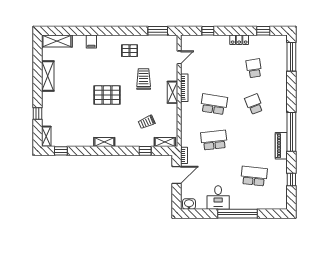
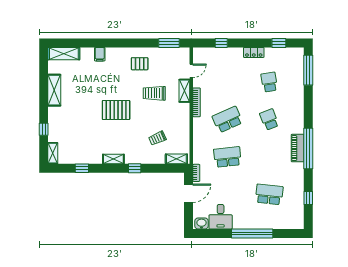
trolley: (144, 79) -> (154, 93), turned -90
shelving: (172, 92) -> (184, 91), moved
school desk: (214, 104) -> (227, 119), turned -33
piano: (281, 146) -> (298, 148), moved
window: (61, 151) -> (82, 168), moved
window: (145, 151) -> (135, 168), moved
desk: (218, 197) -> (221, 217), moved

